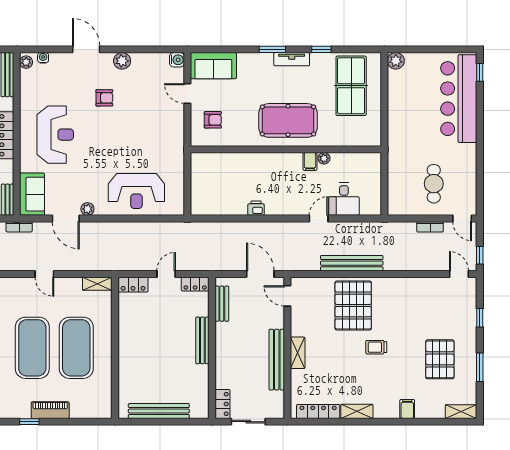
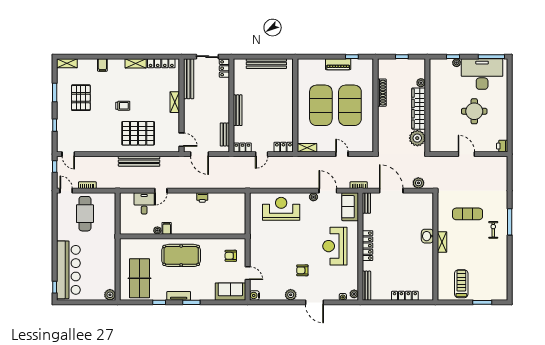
cafe table: (434, 184) -> (85, 214), width x1.37, depth x1.35
pallet: (353, 305) -> (138, 133), turned 90
bench: (277, 360) -> (189, 79), moved

